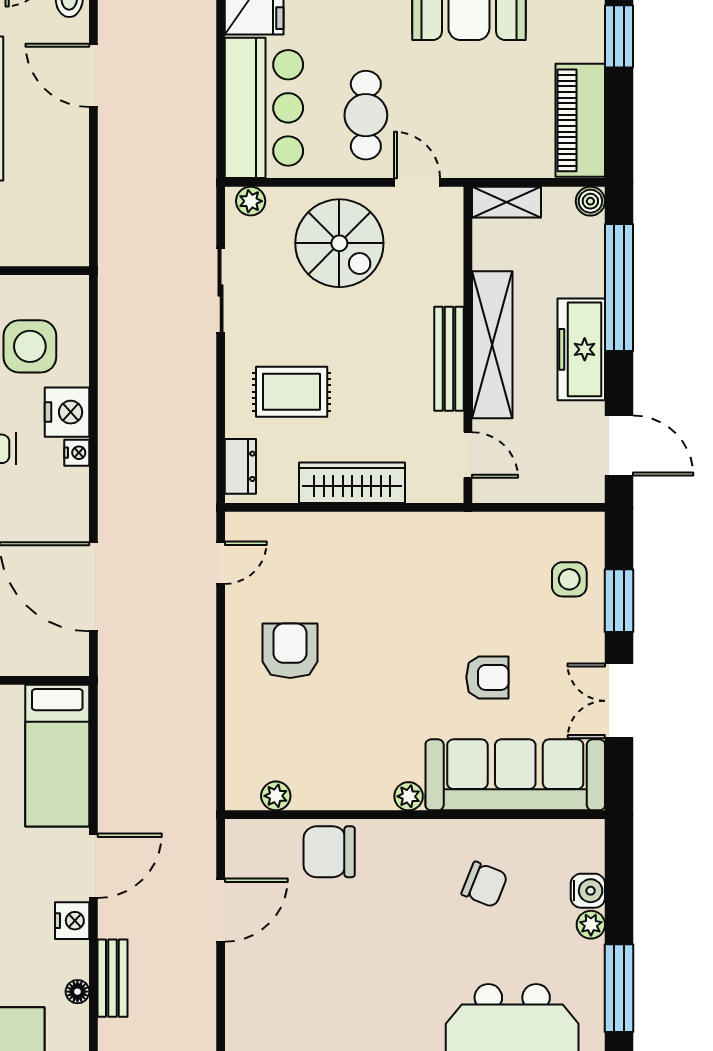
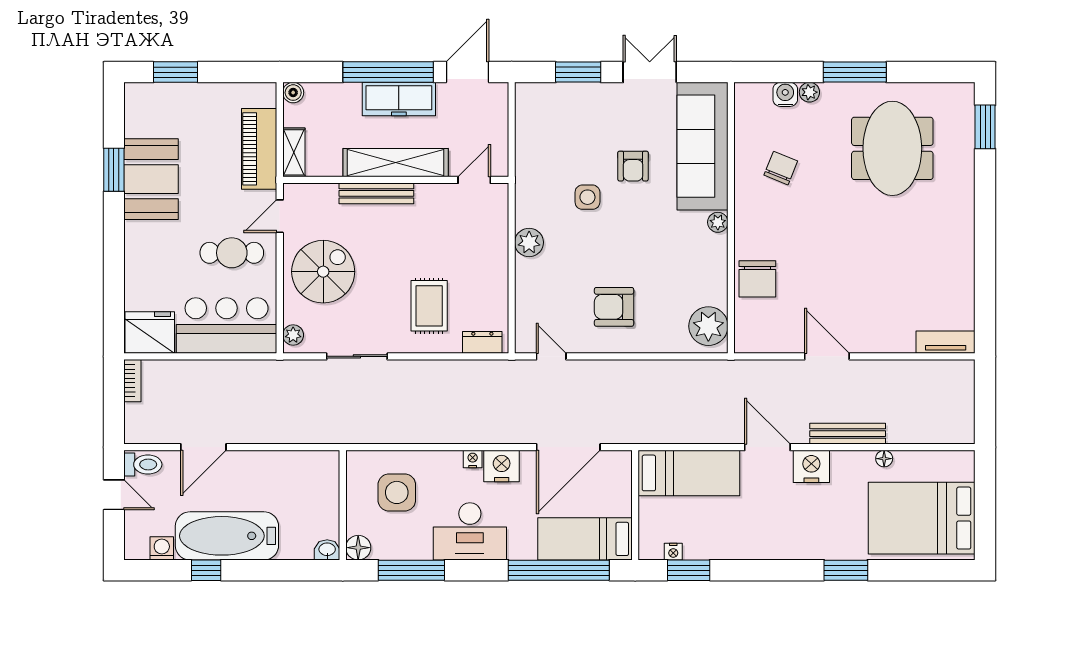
piano: (580, 120) -> (259, 149), moved, turned 90
window: (619, 288) -> (388, 72), moved
bench: (449, 359) -> (376, 193), moved
nightstand: (67, 412) -> (502, 466), moved
wardrobe: (352, 483) -> (494, 263), removed
plant: (380, 532) -> (529, 242), added
side table: (569, 579) -> (587, 197), moved
armchair: (487, 677) -> (633, 166), turned 180
double door: (619, 701) -> (650, 72), swing flipped
plant: (276, 796) -> (708, 326), width x1.87, depth x1.87
door: (221, 910) -> (827, 356), moved
nightstand: (72, 921) -> (811, 466), width x1.36, depth x1.33
bench: (112, 978) -> (848, 434), width x1.36
floor lamp: (77, 992) -> (884, 459), moved

